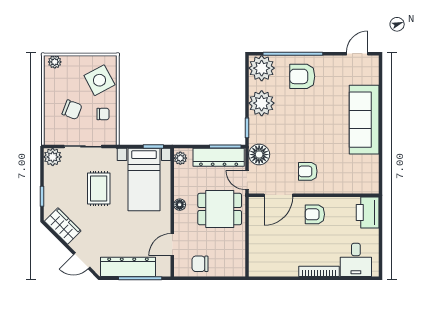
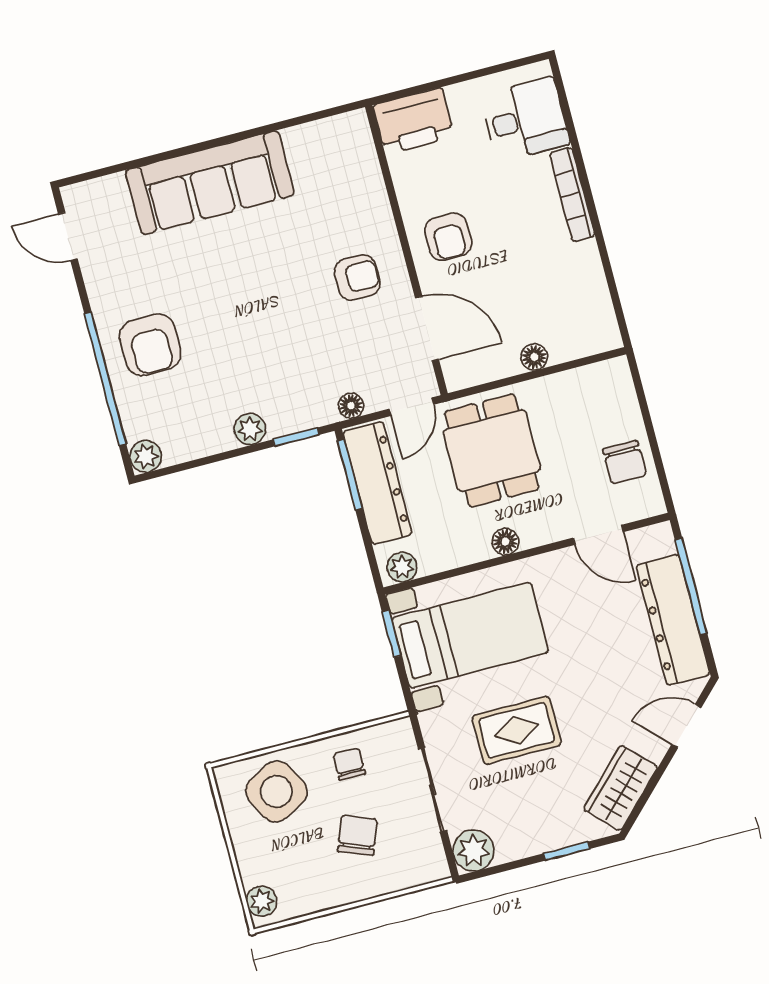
plant: (262, 68) -> (146, 456), width x0.53, depth x0.53
plant: (262, 103) -> (250, 429), width x0.53, depth x0.53
floor lamp: (259, 155) -> (351, 406), width x0.53, depth x0.53
armchair: (308, 171) -> (357, 277), turned -90
floor lamp: (254, 237) -> (534, 357), added
door: (82, 261) -> (687, 726), swing flipped

